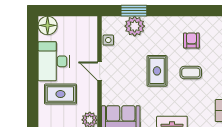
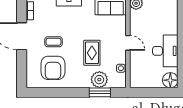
armchair: (191, 40) -> (53, 68), width x1.88, depth x1.88
rug: (157, 71) -> (92, 53), moved
rug: (60, 94) -> (160, 24), removed

